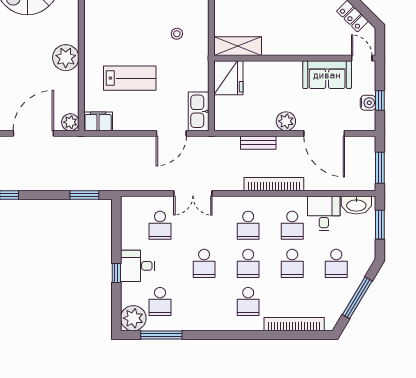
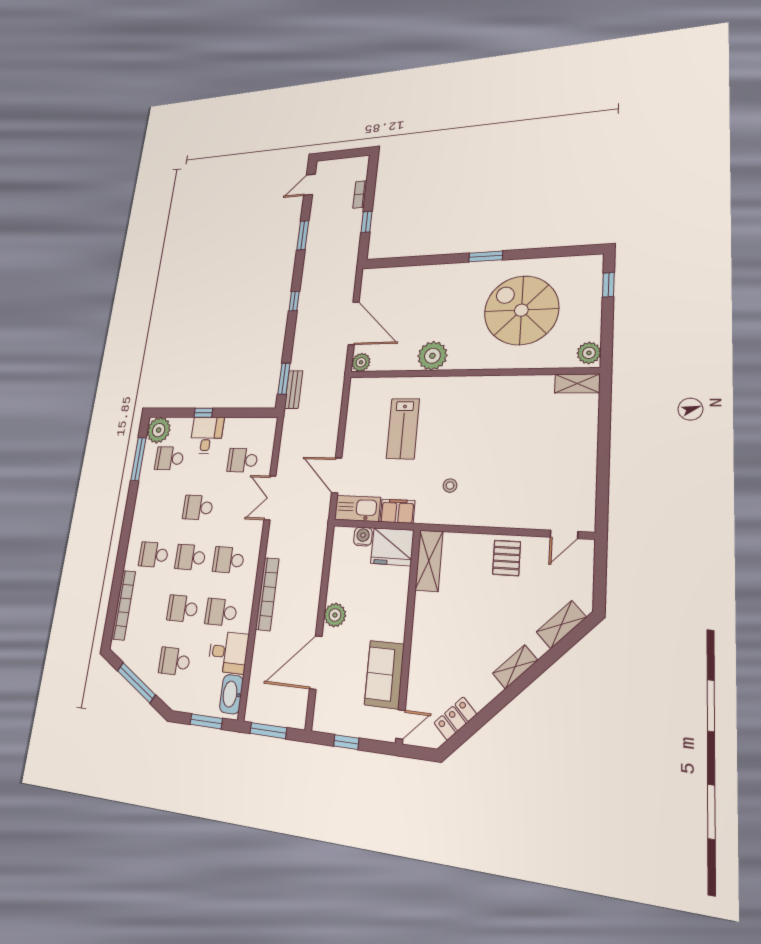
water cooler: (368, 103) -> (363, 537), moved, turned 180
filing cabinet: (98, 121) -> (397, 511), moved, turned -90
bench: (258, 143) -> (294, 390), moved

